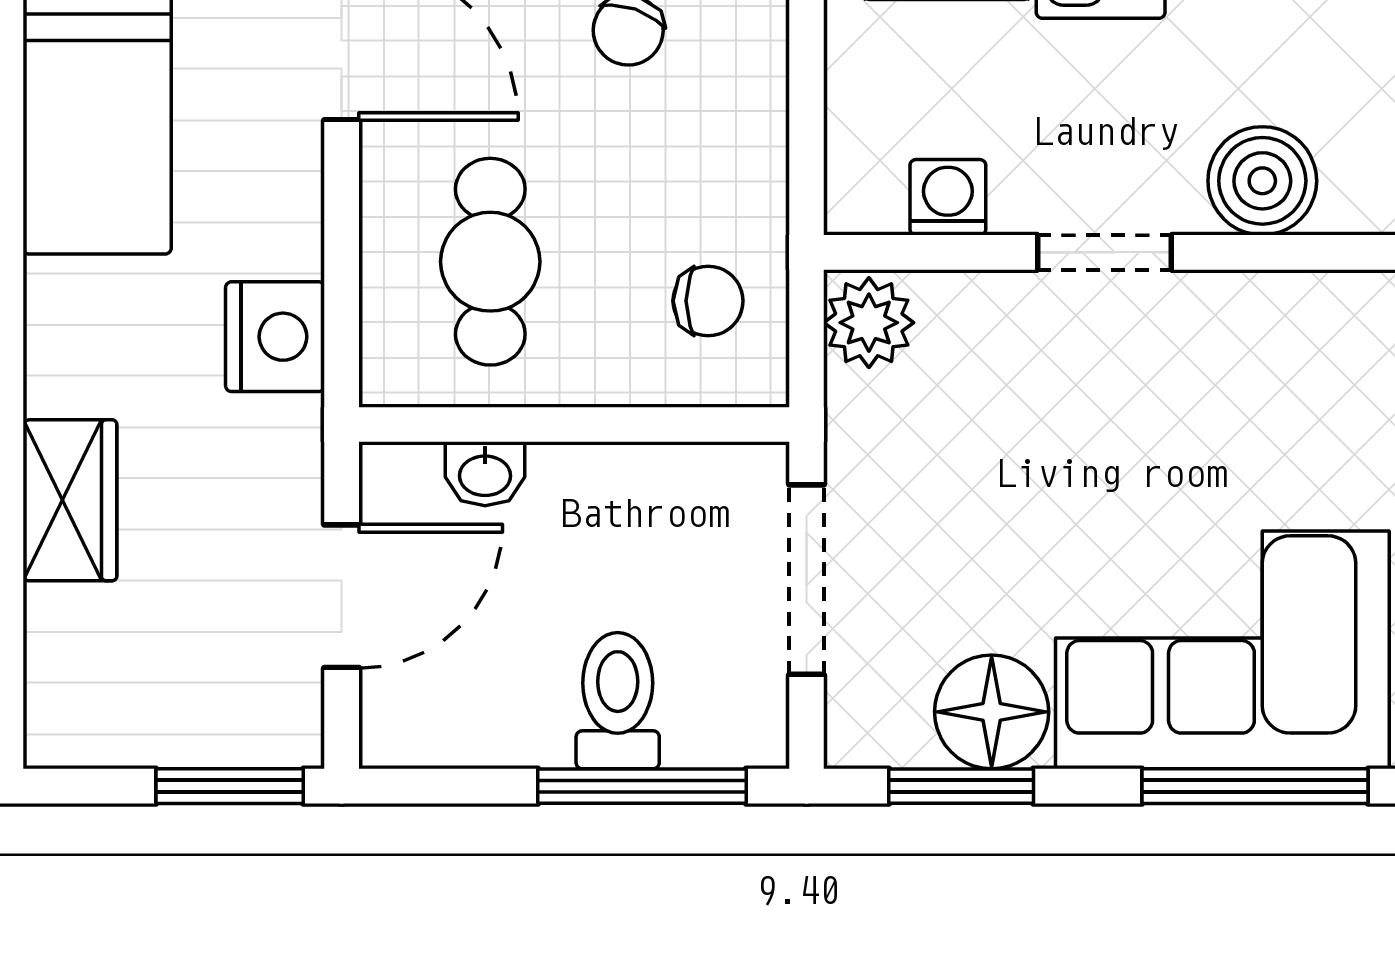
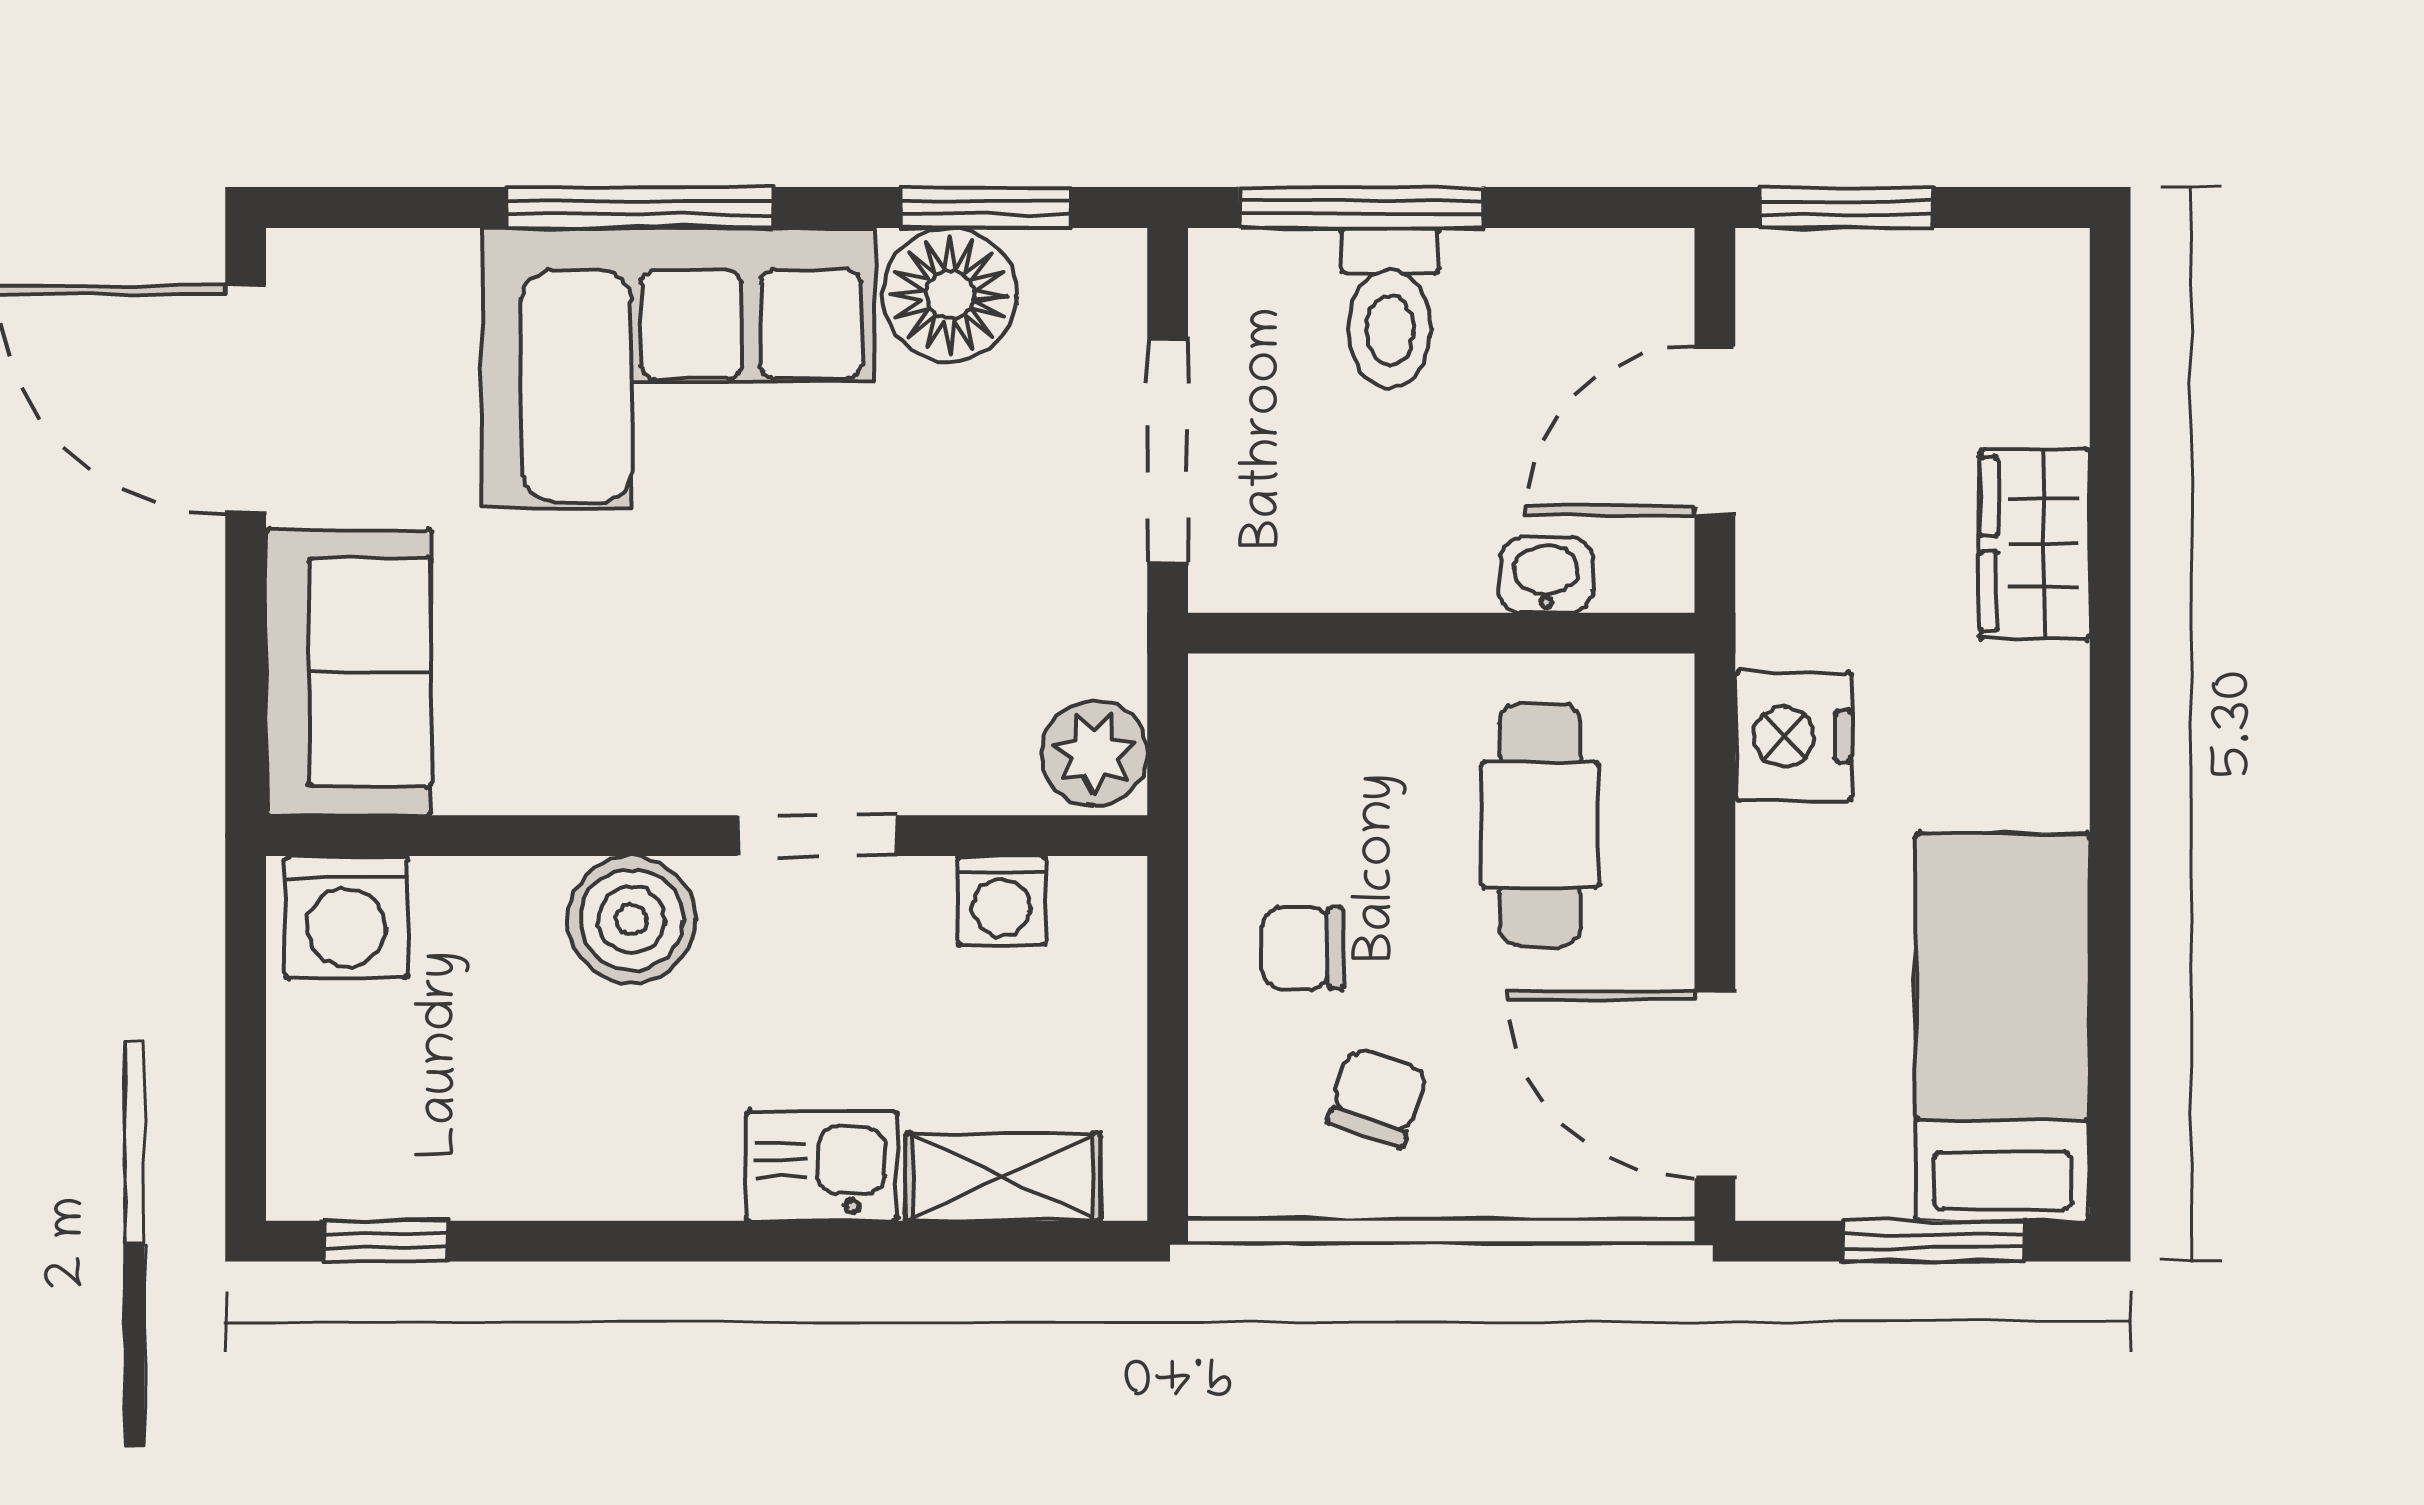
chair: (708, 301) -> (1303, 948), moved

